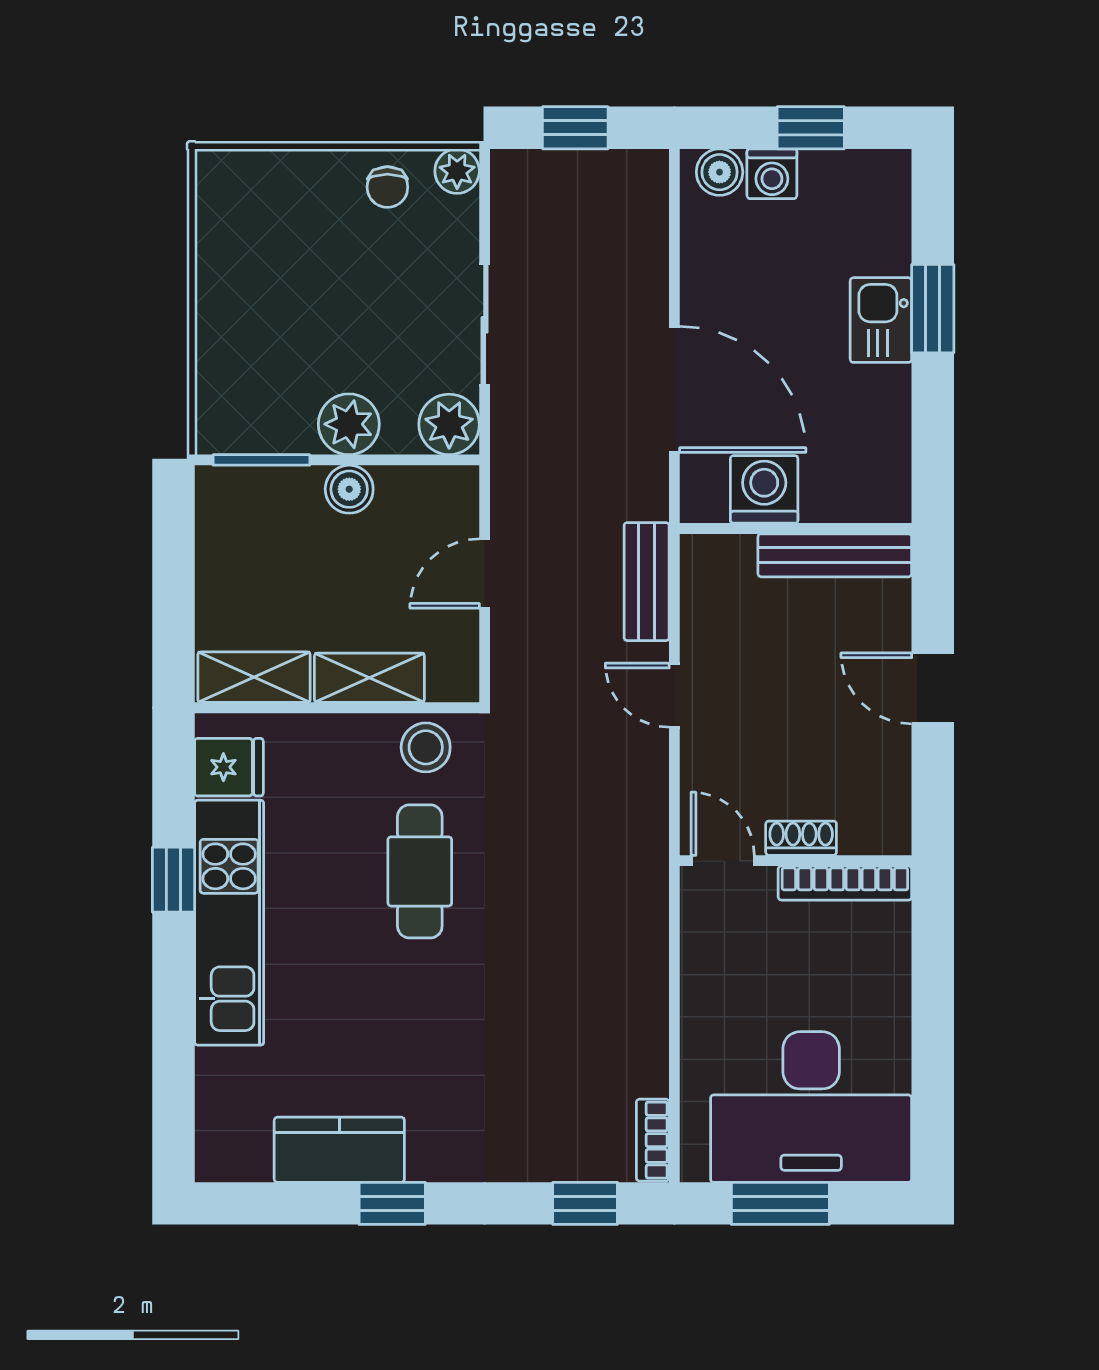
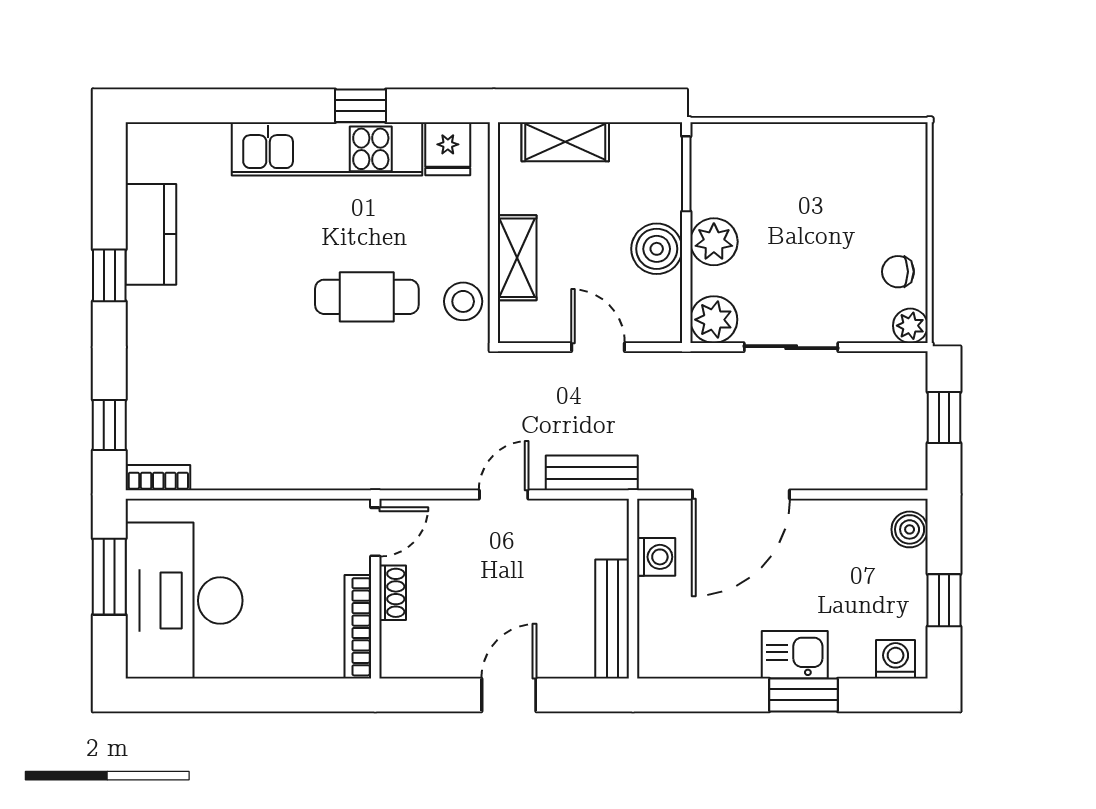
washing machine: (772, 174) -> (896, 659), moved, turned 90
boiler: (349, 489) -> (657, 249), width x1.36, depth x1.36
washing machine: (764, 489) -> (656, 557), width x0.73, depth x0.73
shelving: (254, 677) -> (565, 142), moved, turned 90

